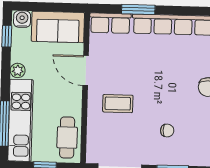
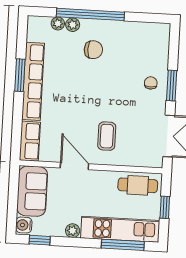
window: (138, 9) -> (20, 75), moved
door: (86, 71) -> (74, 166), swing flipped
chair: (167, 131) -> (151, 83), moved

